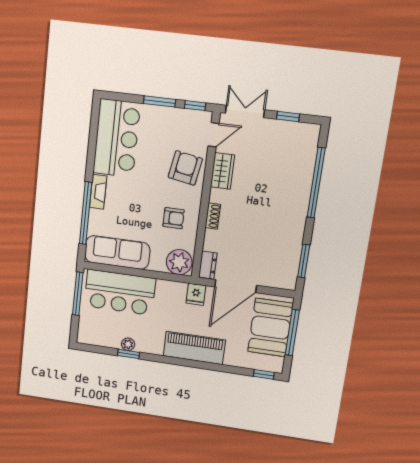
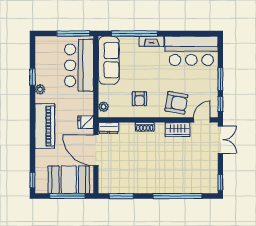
window: (288, 116) -> (220, 182), moved
door: (214, 135) -> (202, 120), swing flipped
plant: (179, 262) -> (104, 107), width x0.53, depth x0.53
plant: (128, 344) -> (40, 89), moved

